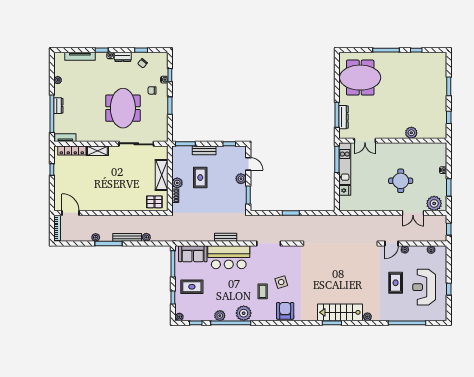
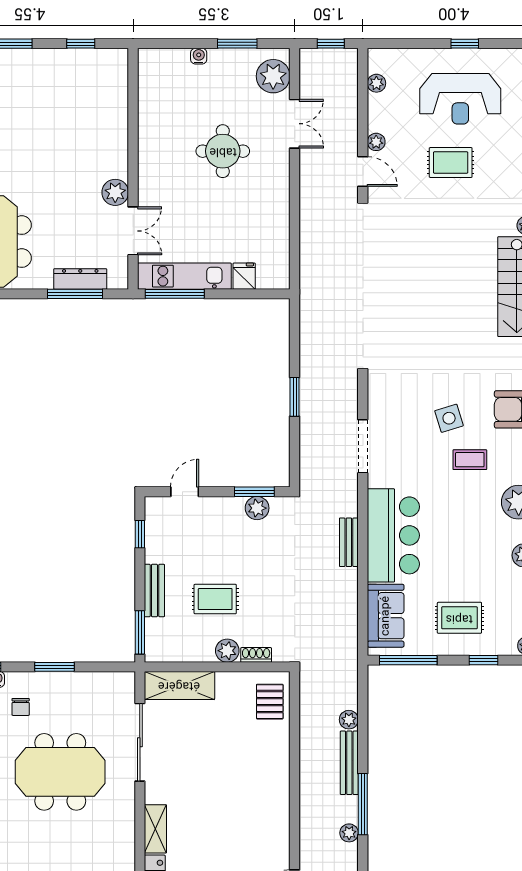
plant: (411, 133) -> (115, 192), moved
shelving: (162, 175) -> (179, 685), moved
plant: (241, 179) -> (257, 508), moved
rug: (192, 287) -> (459, 618), turned 90

